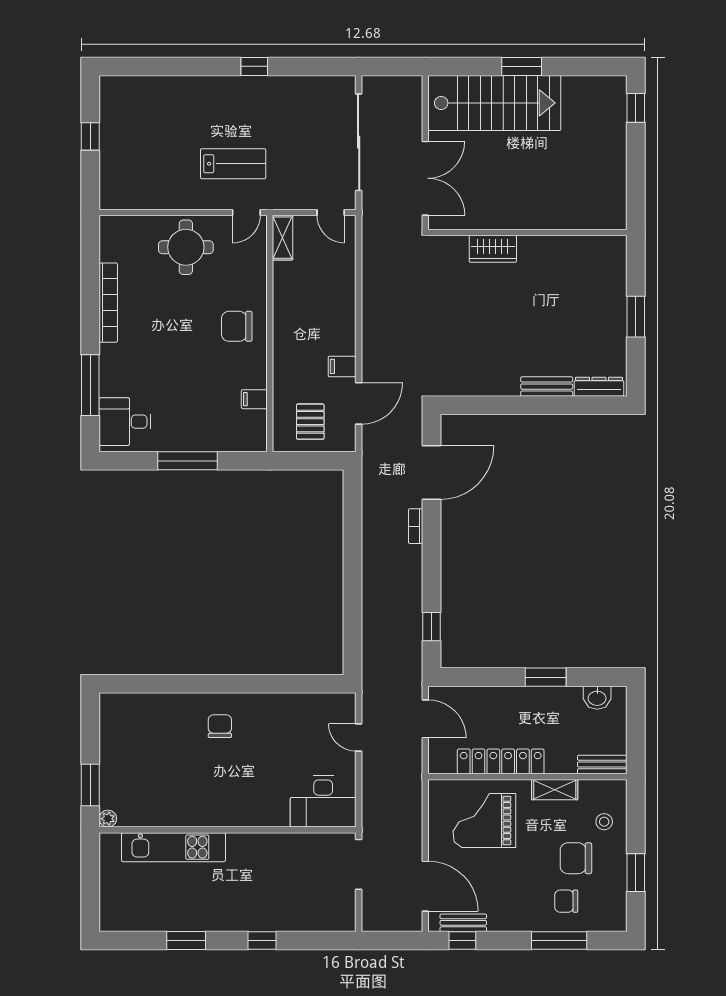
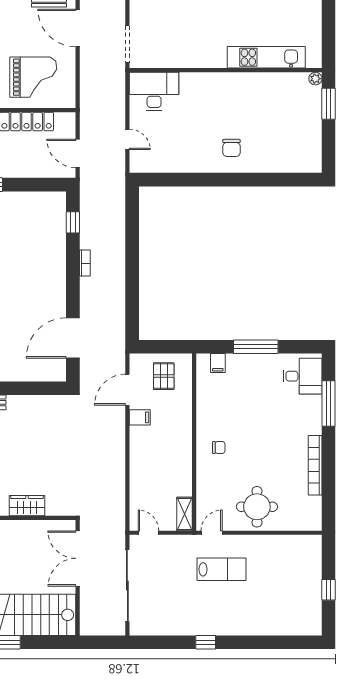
lab bench: (233, 164) -> (222, 569), turned 180
chair: (237, 326) -> (219, 447), width x0.54, depth x0.54
filing cabinet: (254, 399) -> (218, 363), moved, turned 90
bookcase: (416, 526) -> (85, 263), moved

